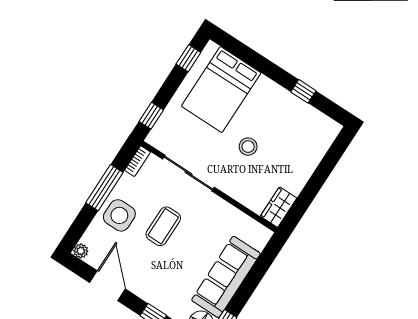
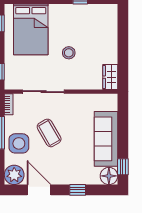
coffee table: (163, 226) -> (49, 133), turned -30
plant: (81, 251) -> (14, 175), width x1.88, depth x1.88

